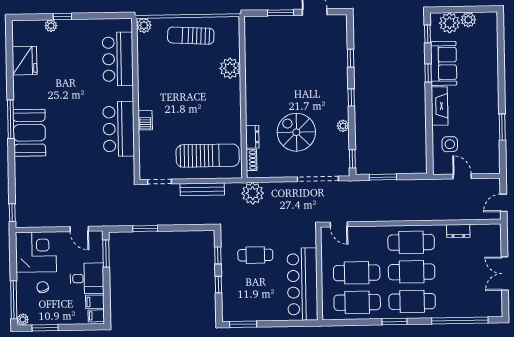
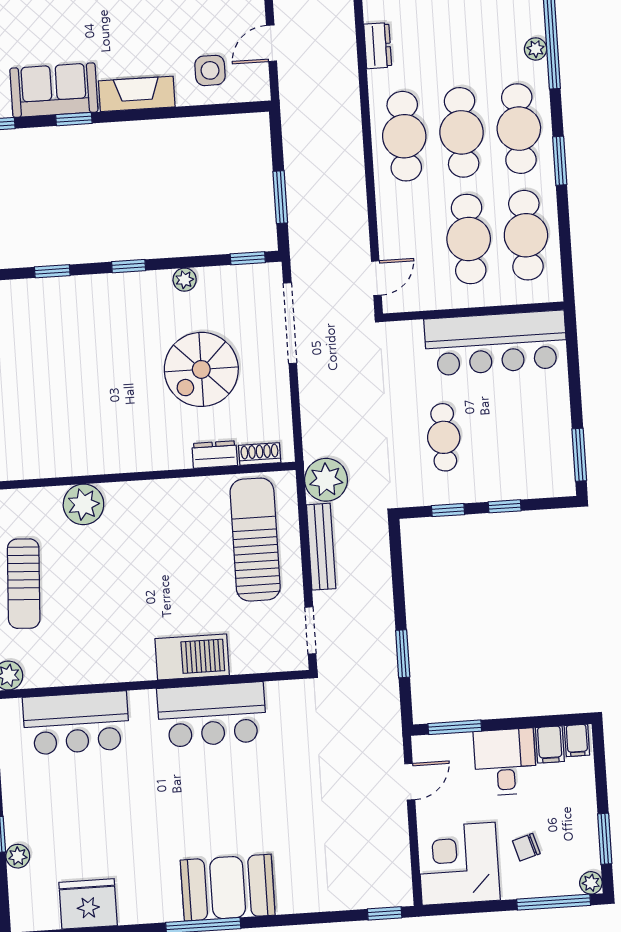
barbecue: (145, 120) -> (192, 657), width x1.88, depth x1.53
plant: (253, 193) -> (326, 480), moved
plant: (453, 312) -> (536, 49), added

